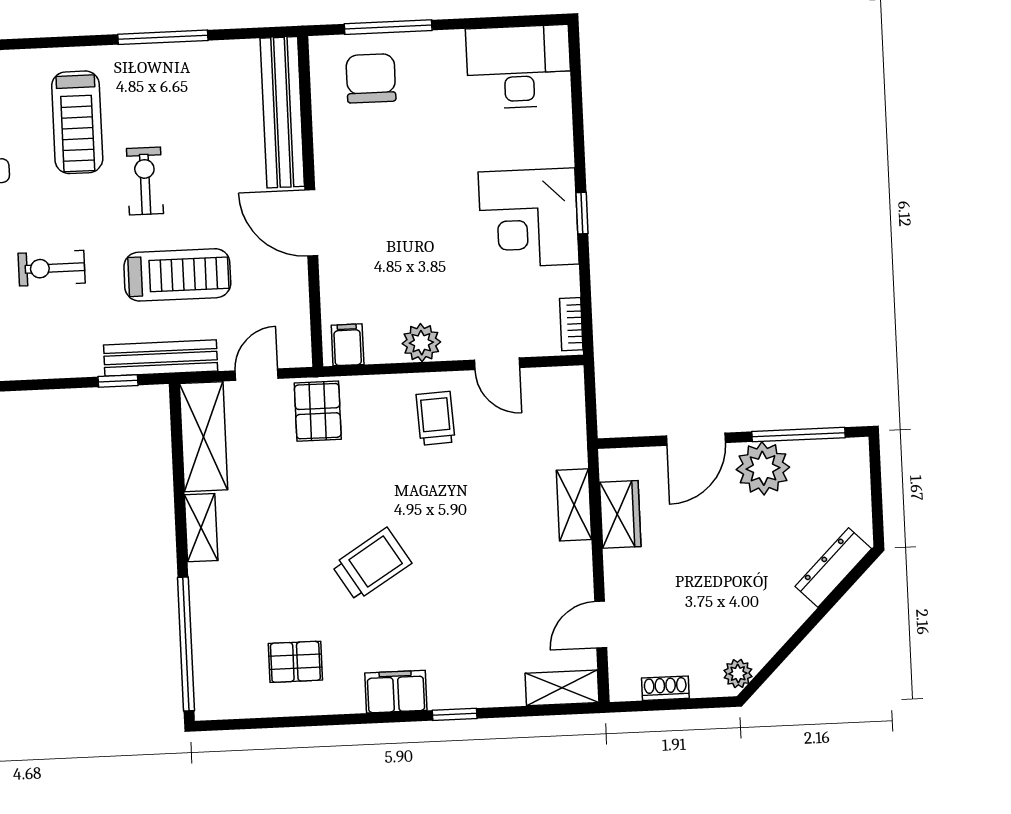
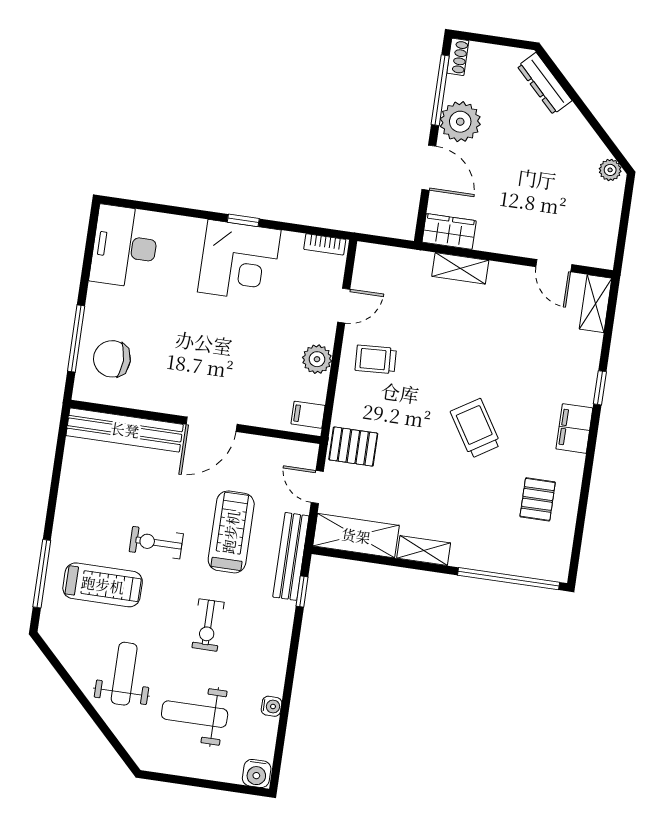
window: (163, 37) -> (42, 574), moved
wardrobe: (620, 514) -> (449, 231), moved
shoe rack: (665, 688) -> (458, 57), moved, turned 180

